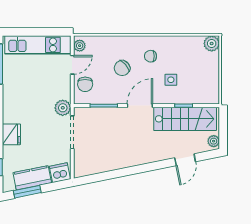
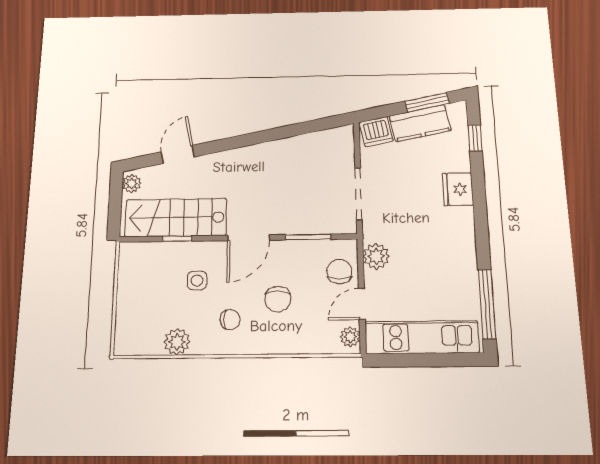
plant: (212, 44) -> (177, 342), moved
chair: (122, 68) -> (278, 299), turned 131
plant: (63, 108) -> (376, 256), moved

